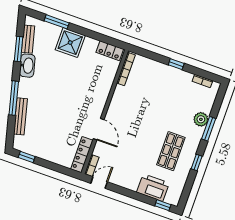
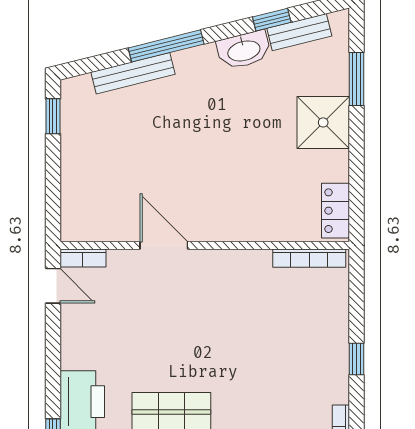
window: (19, 49) -> (272, 20), width x0.67
door: (99, 129) -> (164, 245), swing flipped
locker: (82, 155) -> (98, 229), removed

